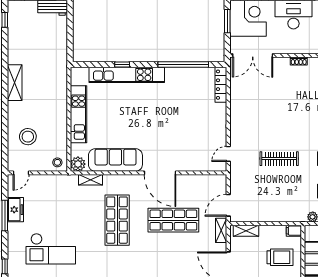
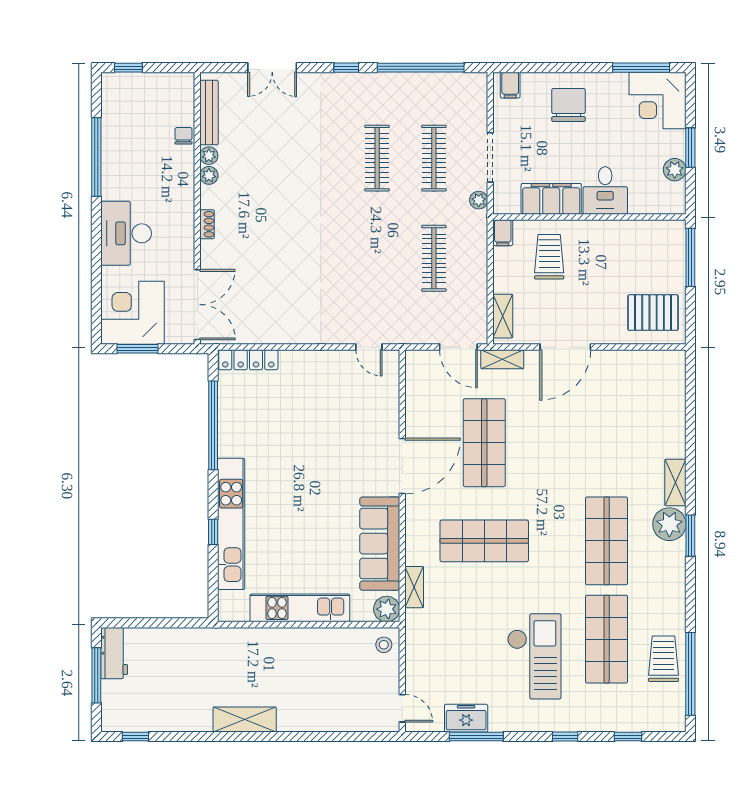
stool: (28, 137) -> (339, 696), removed
clothes rail: (279, 159) -> (434, 258), moved

